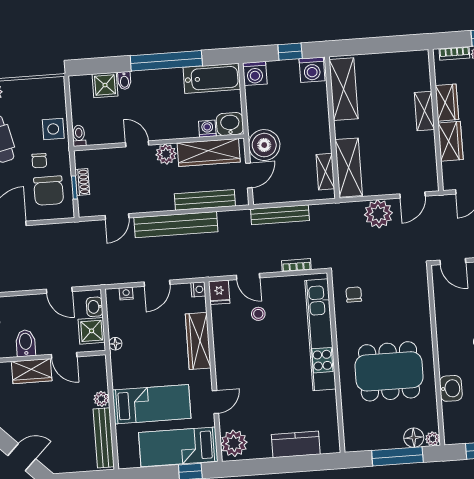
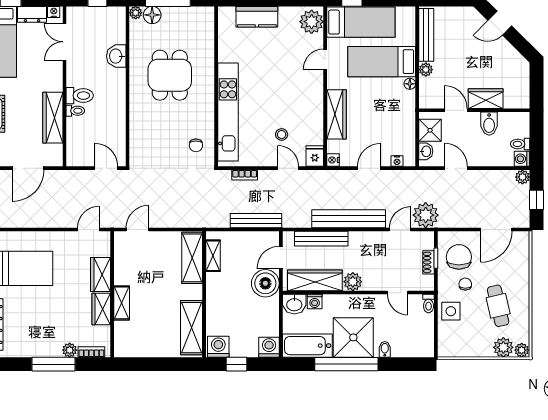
shower: (105, 85) -> (353, 337), moved, width x1.86, depth x1.86
door: (137, 144) -> (398, 293), moved
plant: (378, 214) -> (426, 215), moved
floor lamp: (115, 344) -> (410, 84), moved
dining table: (389, 371) -> (170, 75), width x0.73

